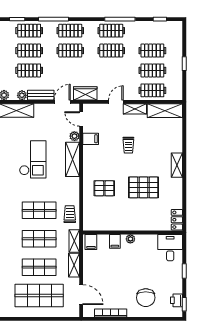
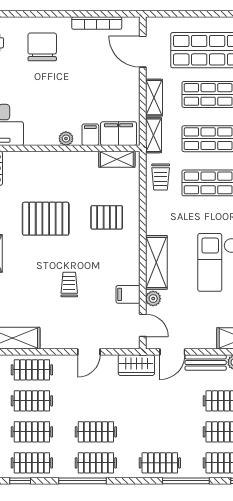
clothes rail: (70, 51) -> (32, 463), moved
shelving: (135, 109) -> (117, 159), moved
filing cabinet: (91, 242) -> (119, 134), width x2.00

